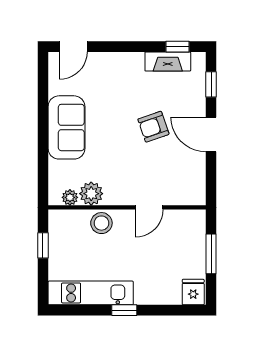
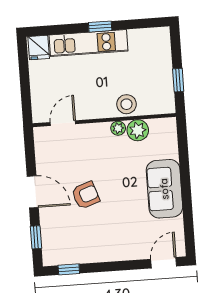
fireplace: (168, 62) -> (77, 255), removed
plant: (70, 197) -> (118, 128), moved
door: (149, 207) -> (63, 123), moved
window: (211, 254) -> (25, 83), removed
kitchen unit: (91, 293) -> (89, 43), moved

